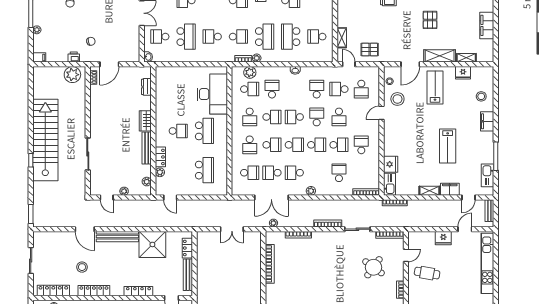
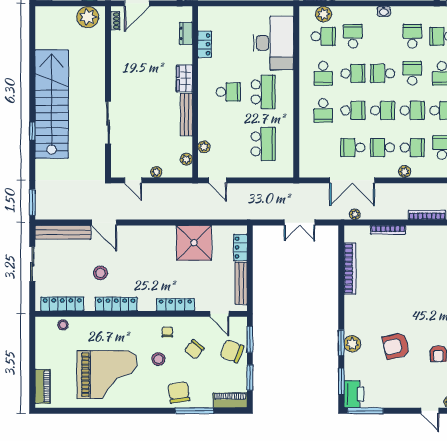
locker: (160, 157) -> (205, 44), moved
school desk: (250, 173) -> (412, 147), moved
bench: (117, 237) -> (63, 232), moved

